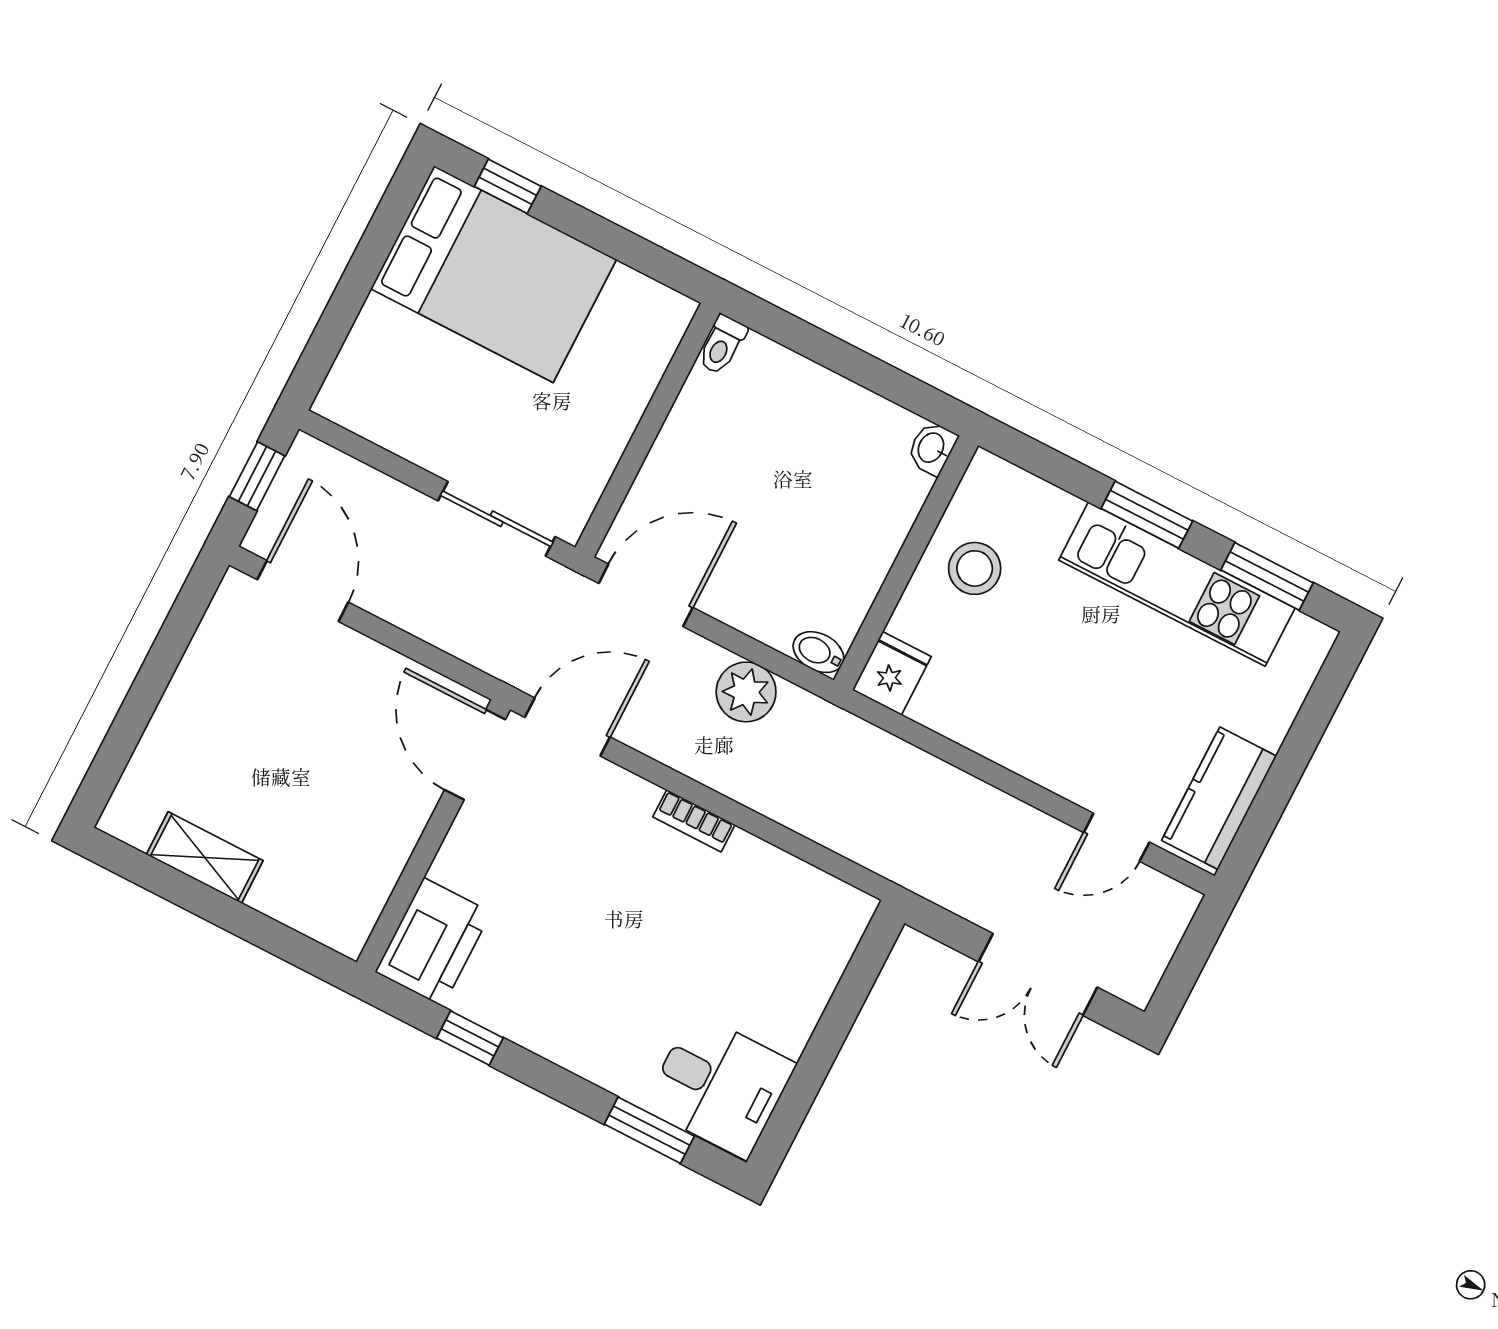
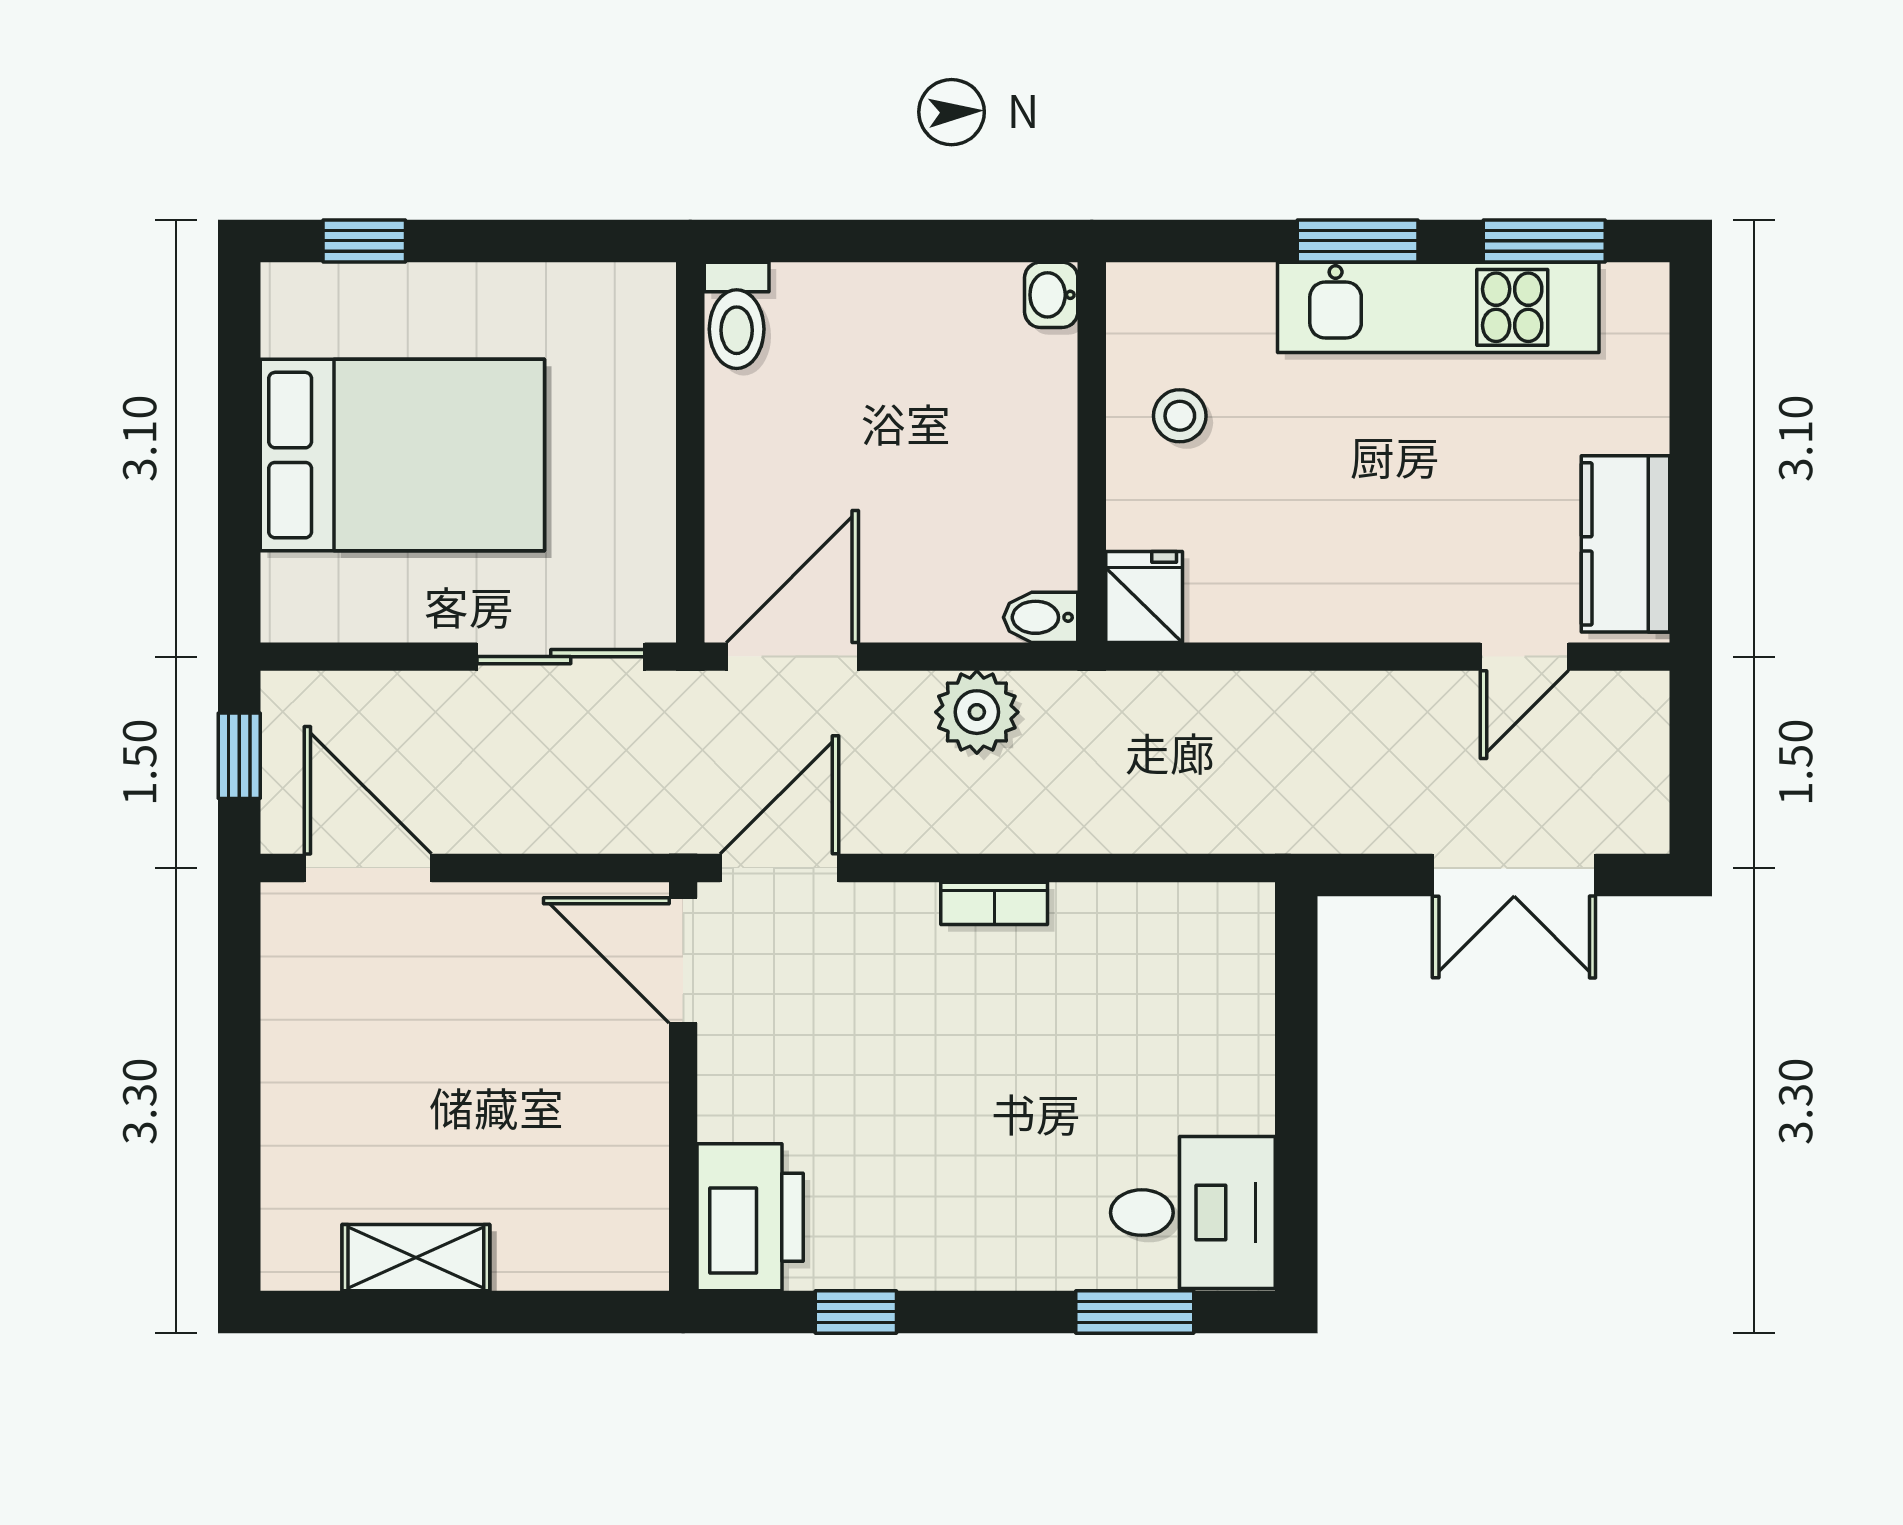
bed: (494, 274) -> (402, 455), moved
toilet: (722, 345) -> (737, 315), width x1.37, depth x1.39
stool: (975, 568) -> (1180, 416), width x0.73, depth x0.73

